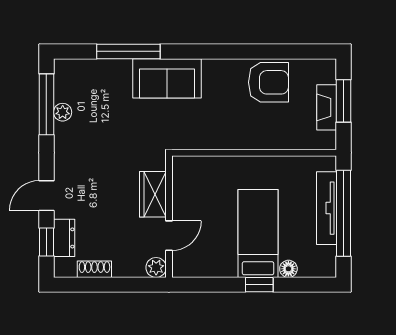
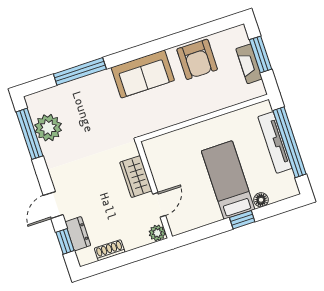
sofa: (167, 78) -> (143, 74), moved
armchair: (268, 82) -> (197, 59), turned 90
plant: (63, 112) -> (48, 128), width x1.88, depth x1.88

